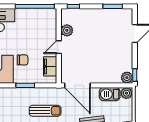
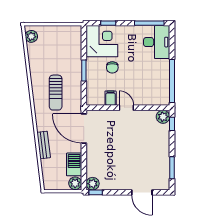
plant: (67, 30) -> (163, 117), moved
filing cabinet: (50, 66) -> (111, 98), width x0.50
door: (77, 85) -> (84, 129), hinge flipped

